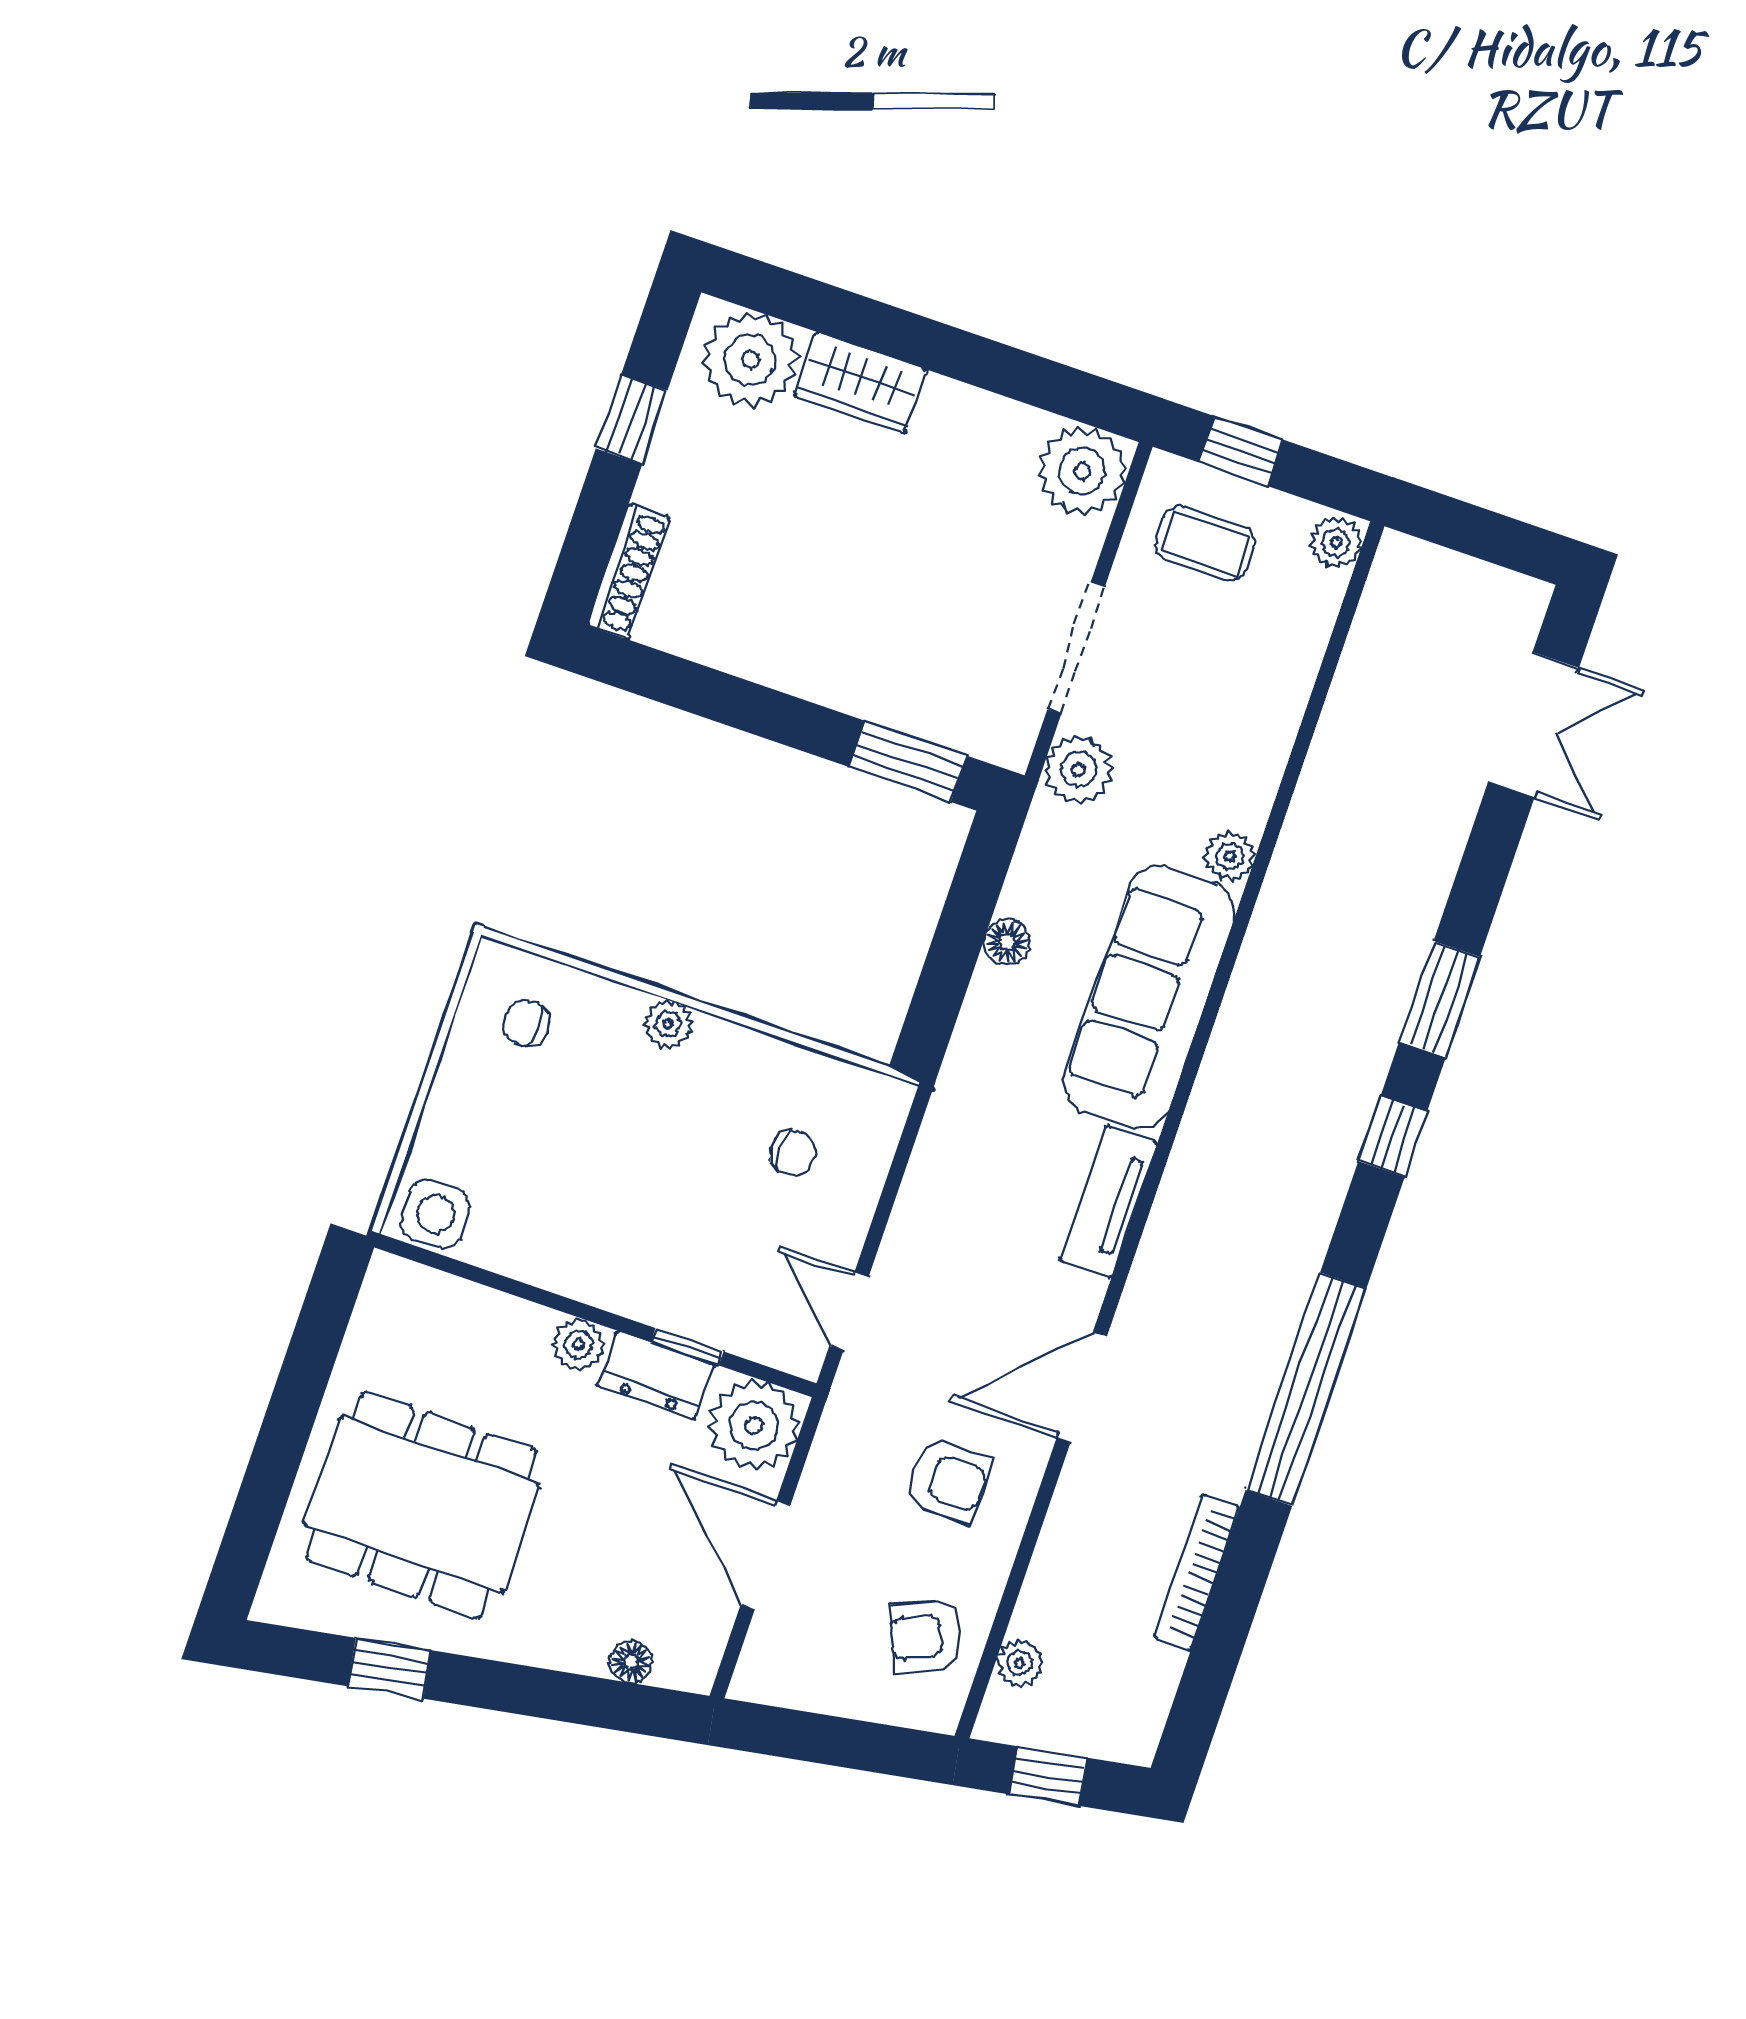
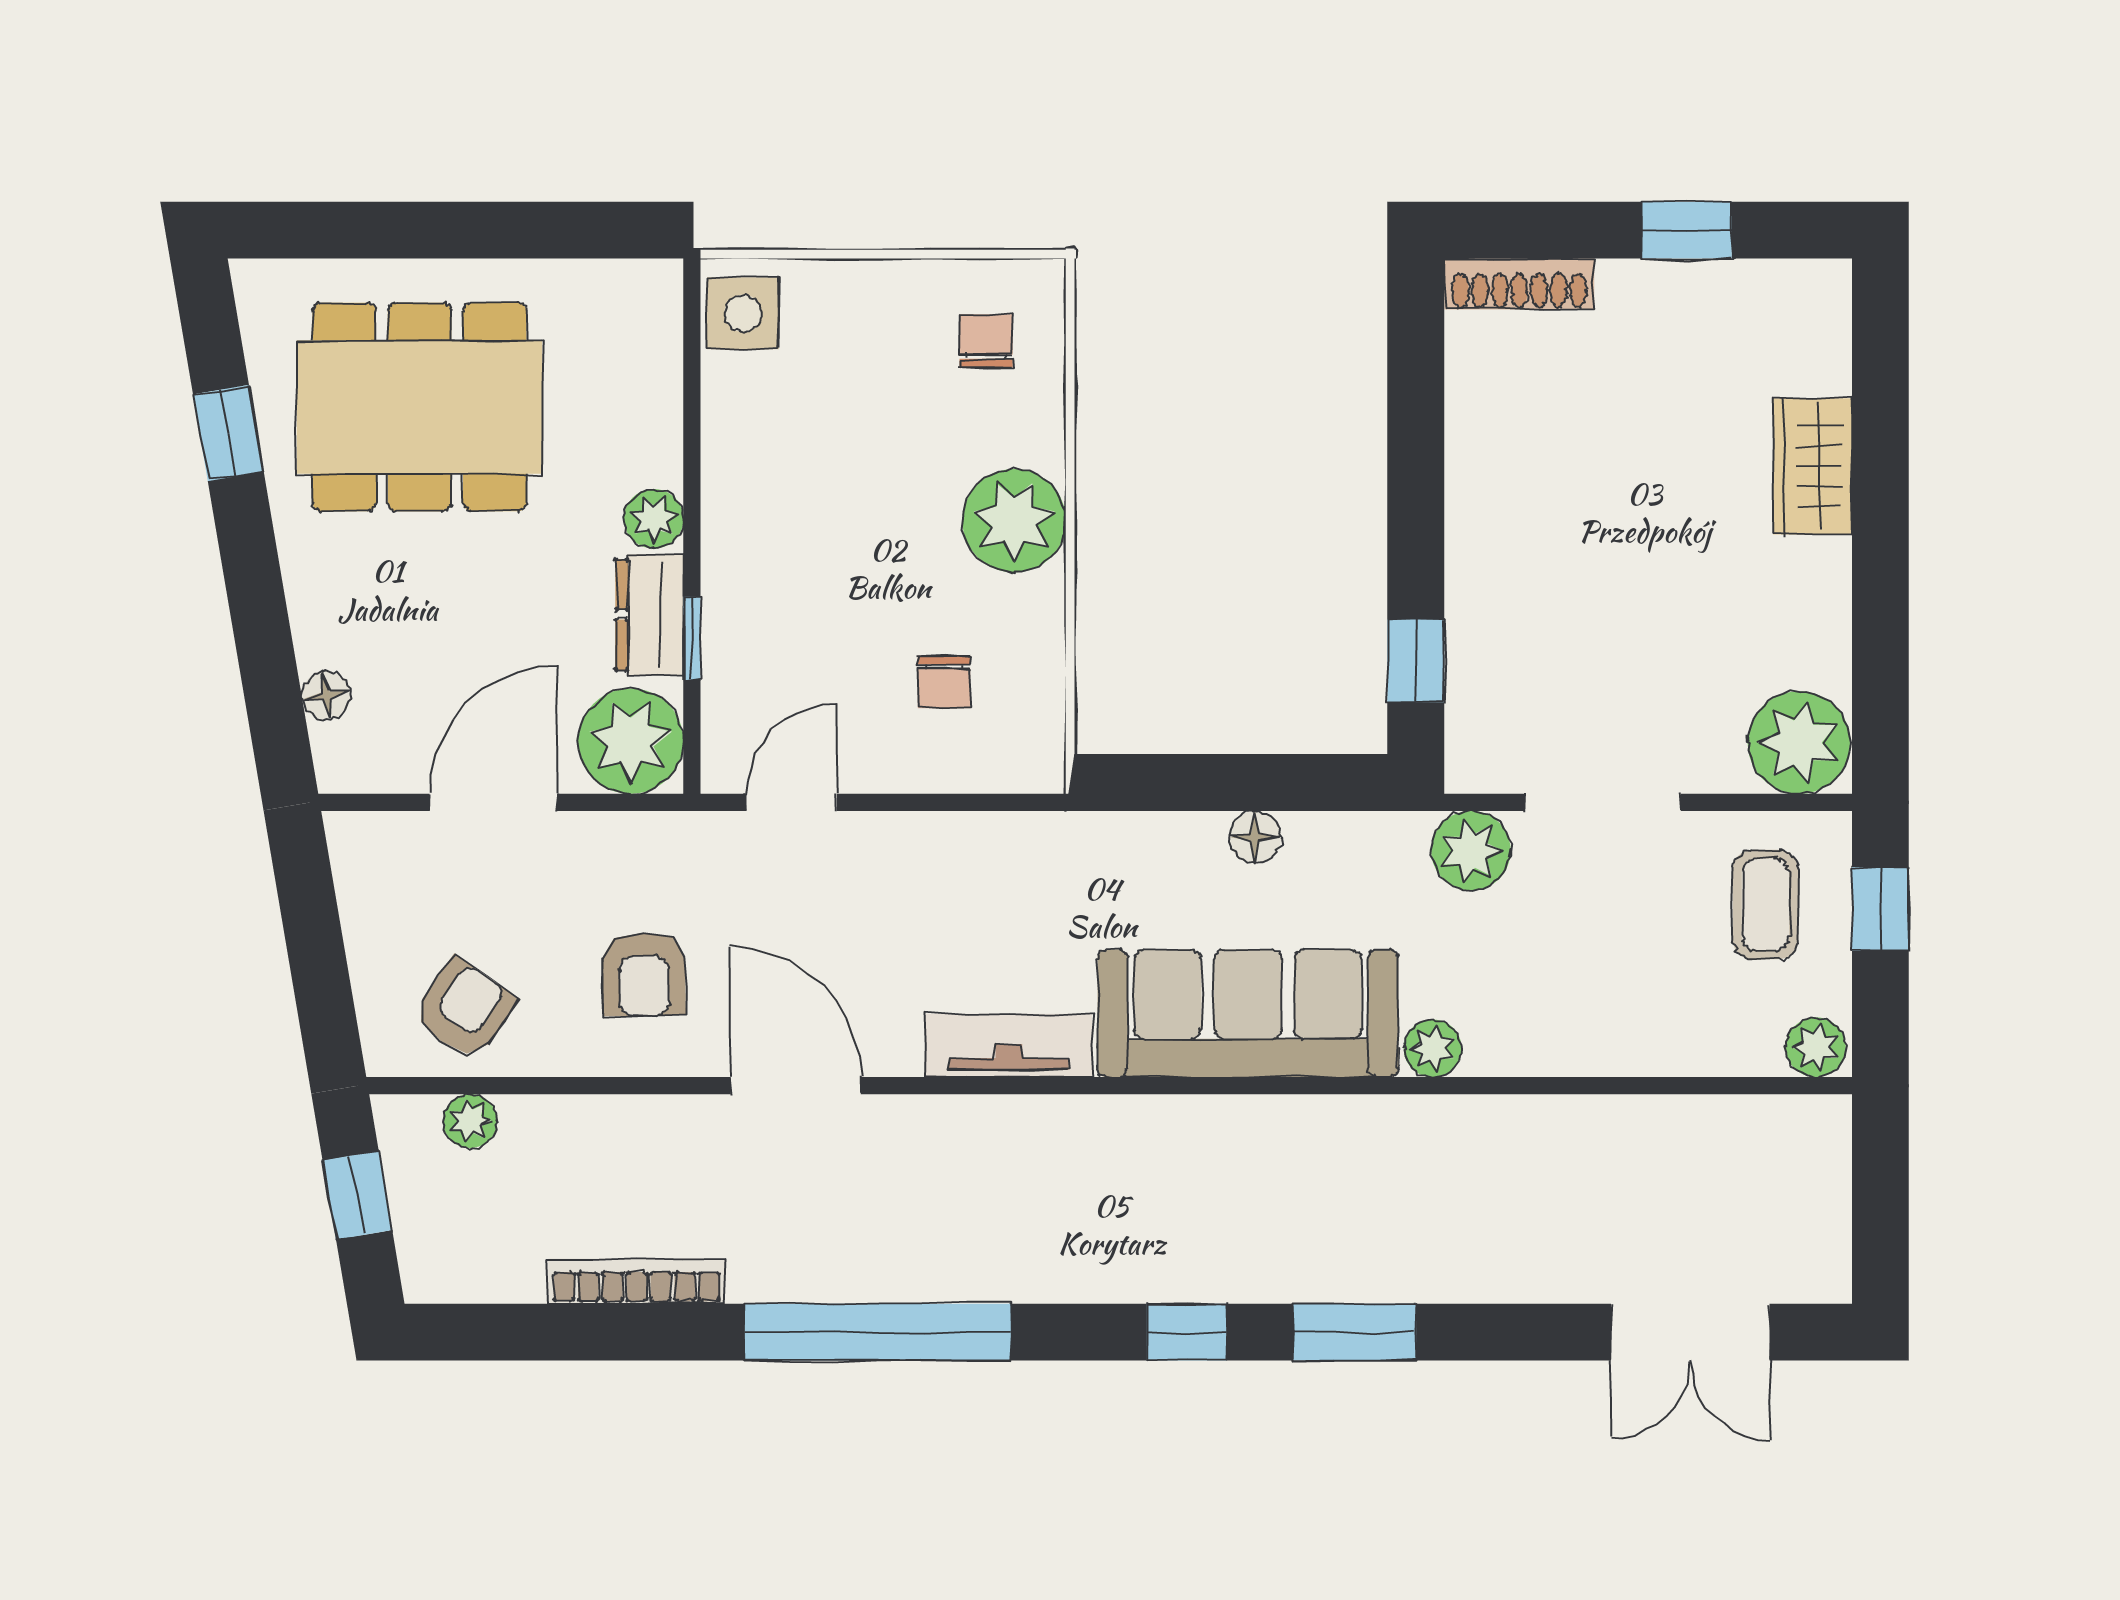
plant: (750, 360) -> (1797, 337), removed
window: (908, 761) -> (1416, 661), width x0.67
plant: (668, 1024) -> (1014, 521), width x1.87, depth x1.87
dining table: (422, 1505) -> (419, 407), turned 90
armchair: (926, 1637) -> (464, 1009), turned 59

